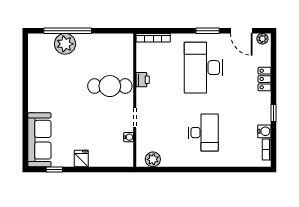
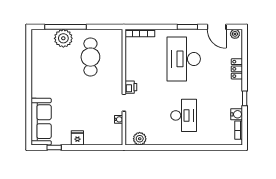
printer: (143, 80) -> (131, 87), moved
cafe table: (110, 86) -> (90, 57), moved, turned 90

